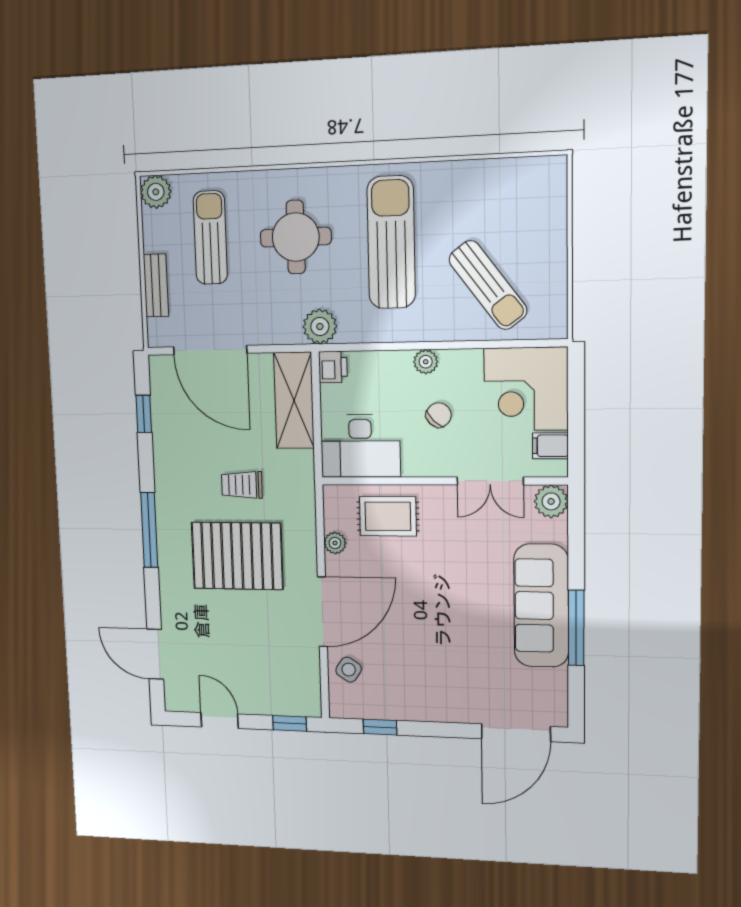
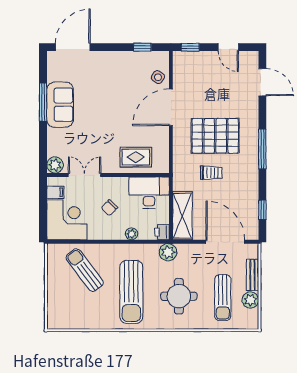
plant: (156, 192) -> (250, 300), moved
plant: (426, 362) -> (132, 234), moved
plant: (335, 543) -> (163, 143), removed
sofa: (541, 606) -> (60, 105), width x0.73

